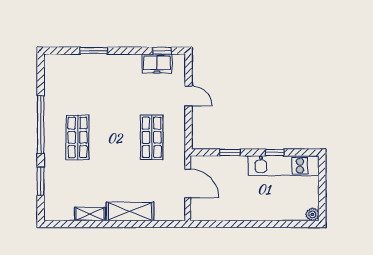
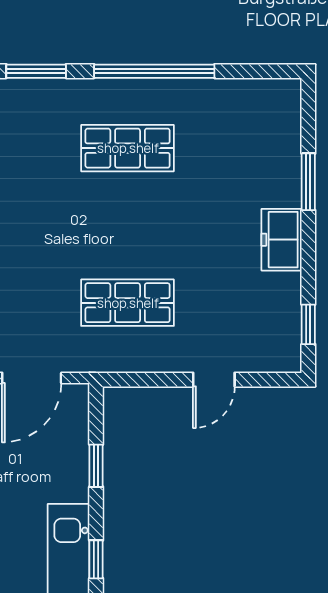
freezer: (157, 63) -> (282, 240), moved

